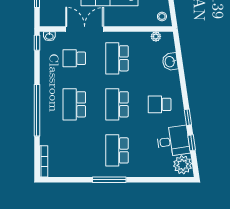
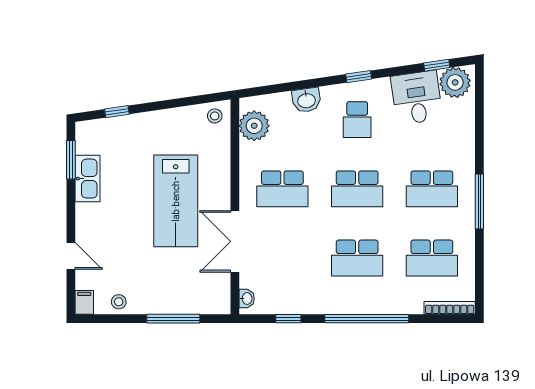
plant: (156, 36) -> (254, 126), width x1.87, depth x1.87
window: (37, 43) -> (288, 319), moved
school desk: (74, 58) -> (432, 258), moved, width x1.85
washbasin: (170, 62) -> (306, 100), moved
window: (188, 117) -> (359, 77), moved
window: (192, 143) -> (437, 65), moved

